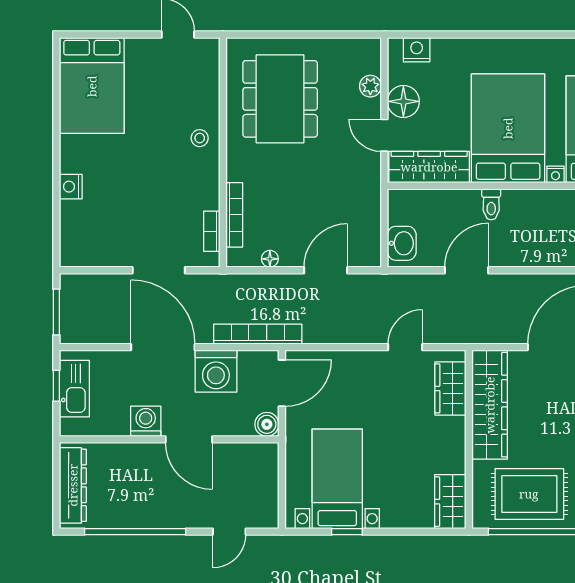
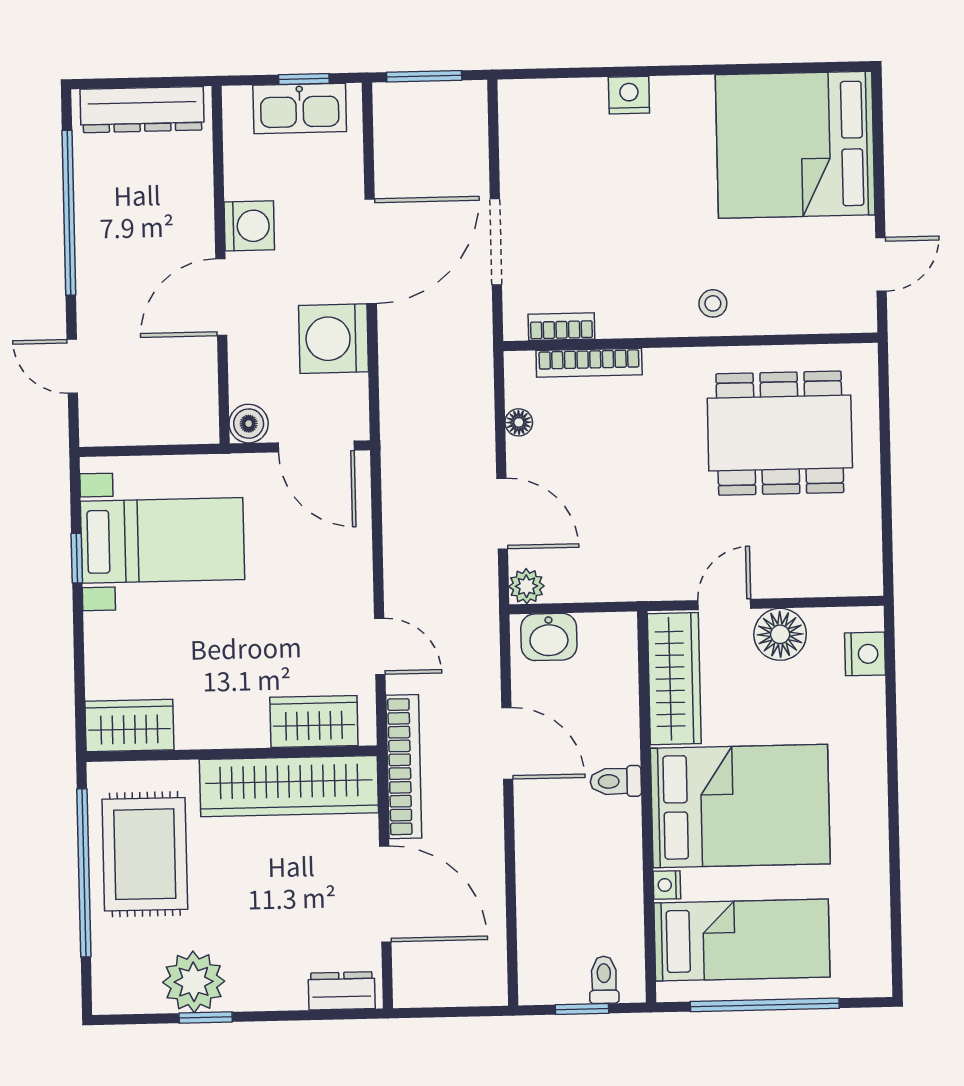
bed: (92, 86) -> (795, 145), width x1.36
plant: (370, 86) -> (526, 586), moved
bookcase: (258, 334) -> (404, 767), moved

